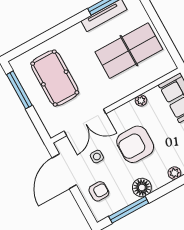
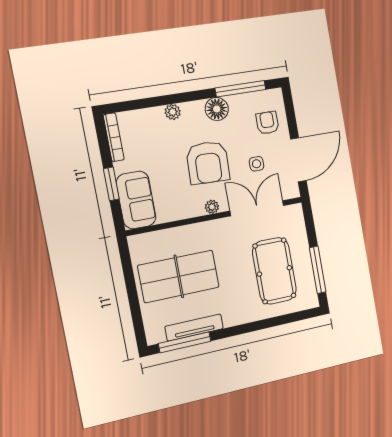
plant: (141, 100) -> (212, 207), moved
armchair: (135, 144) -> (208, 163), turned 92
armchair: (99, 191) -> (267, 123), turned 90

